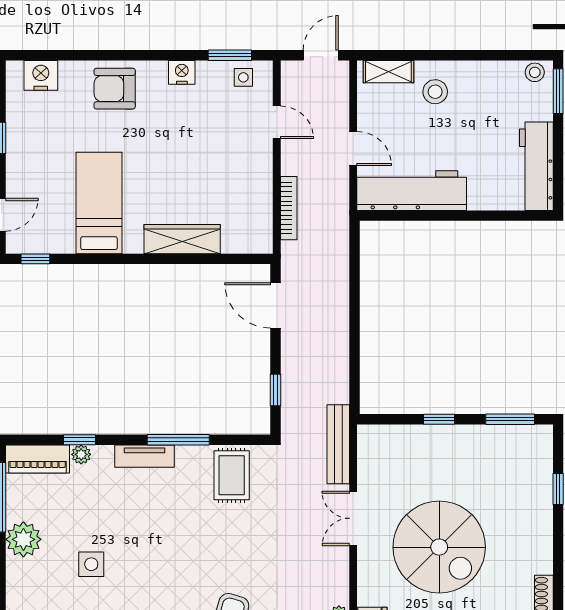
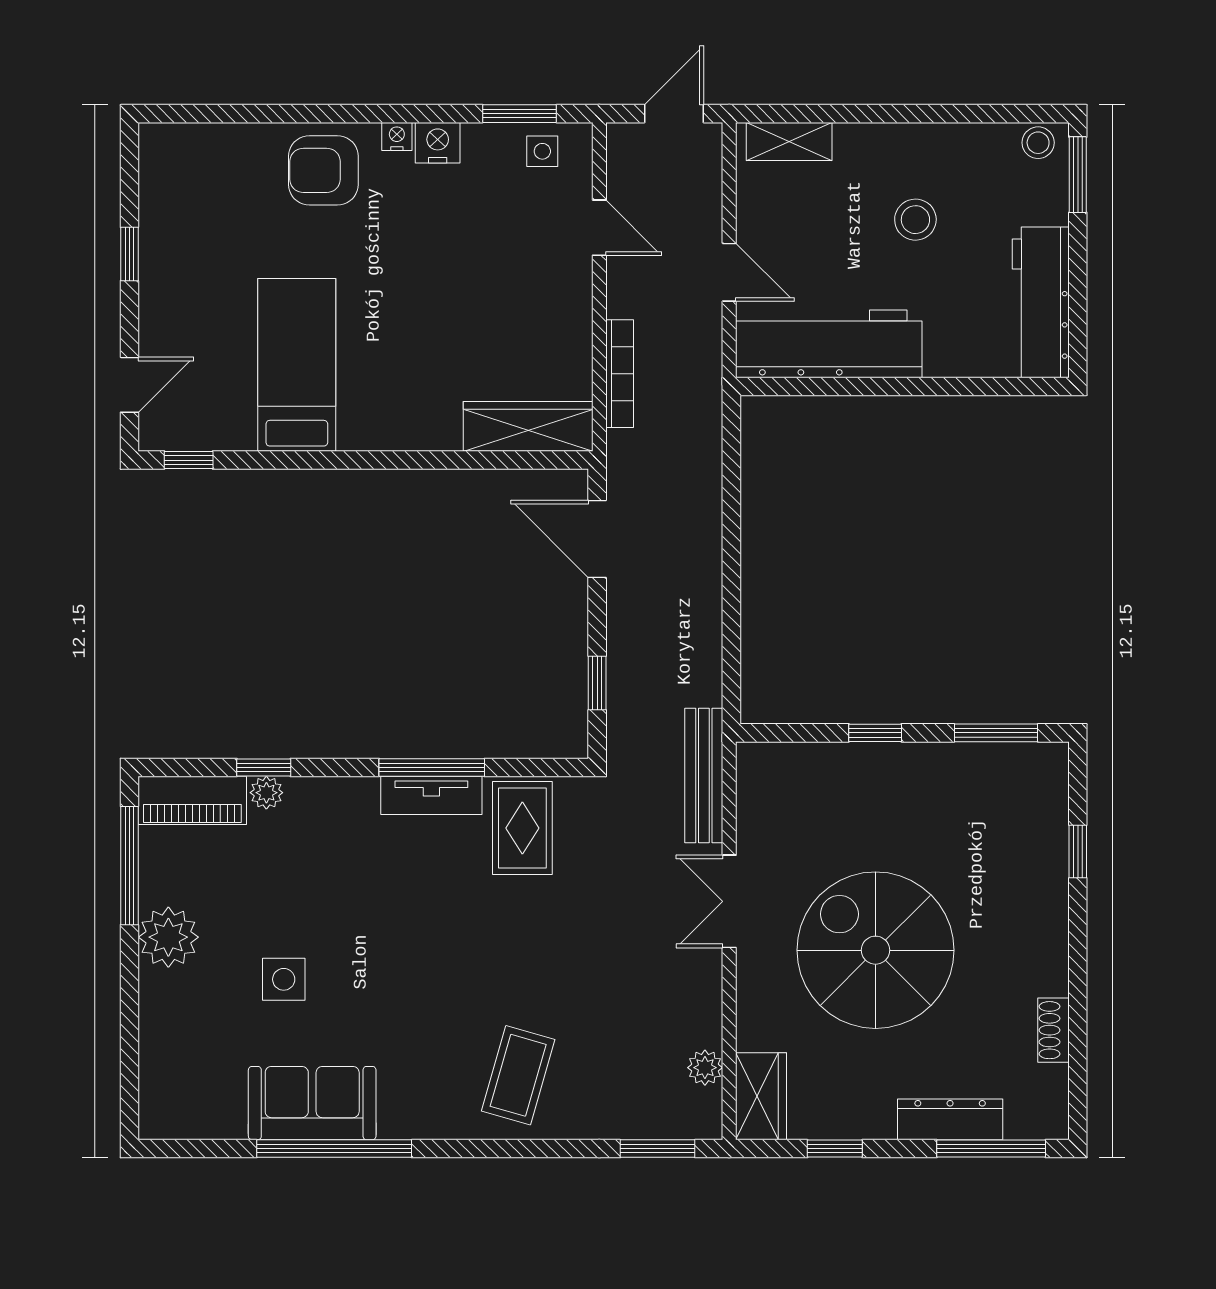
nightstand: (41, 75) -> (397, 136), moved, width x0.53, depth x0.56
stool: (435, 92) -> (915, 220), moved
wardrobe: (182, 239) -> (528, 426), moved
tv unit: (144, 456) -> (431, 795), moved
spiral stairs: (439, 547) -> (875, 950), turned 180

